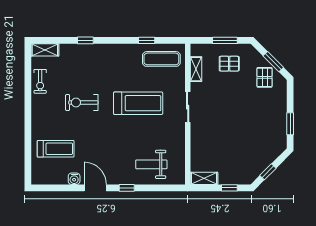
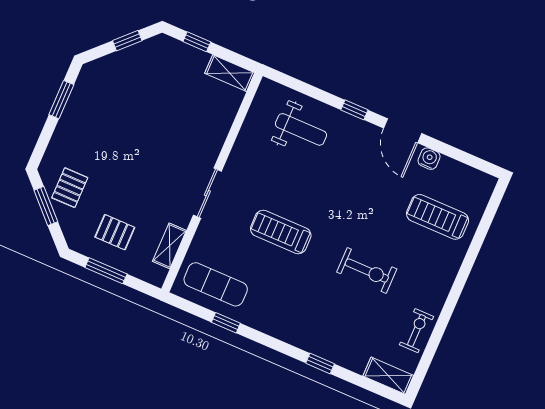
treadmill: (138, 103) -> (281, 232), width x0.73, depth x0.73

